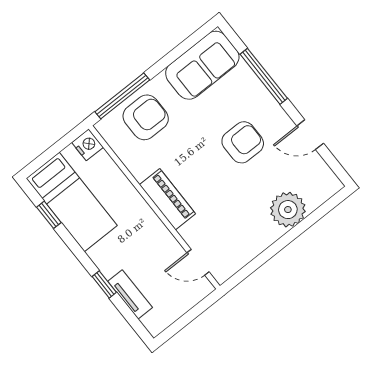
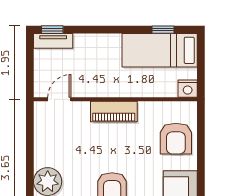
window: (122, 96) -> (201, 135), removed
window: (104, 284) -> (52, 30), moved
tv unit: (130, 294) -> (53, 41), moved

